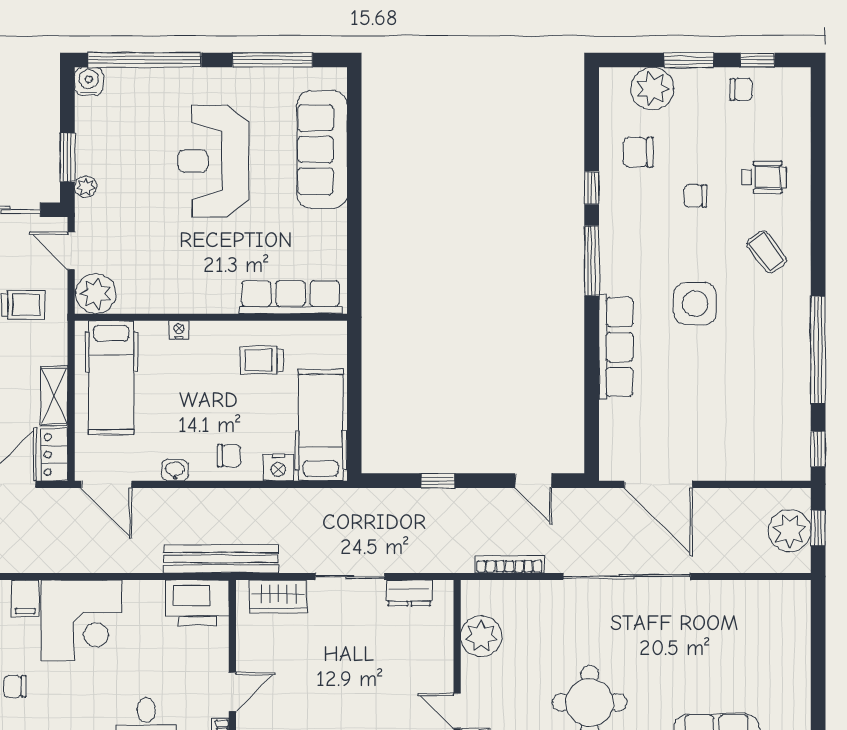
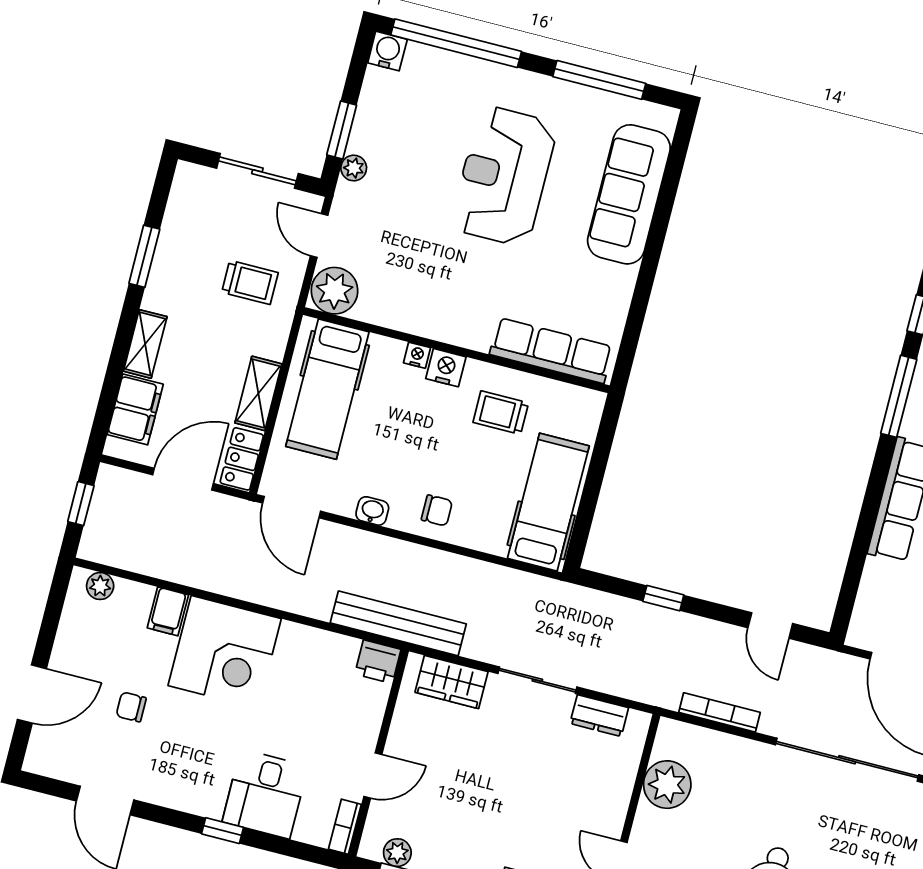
nightstand: (278, 467) -> (446, 368), moved, turned 180
printer: (197, 603) -> (378, 662), width x0.53, depth x0.68

